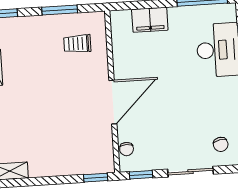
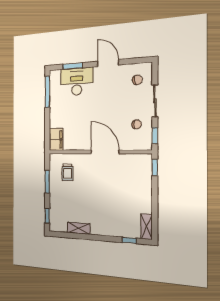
filing cabinet: (150, 20) -> (56, 139), moved
chair: (127, 149) -> (137, 124), moved

